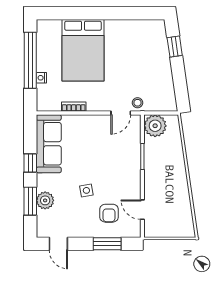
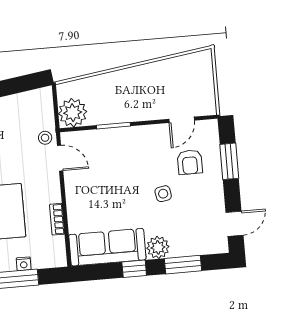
plant: (45, 200) -> (158, 247), moved
armchair: (109, 213) -> (190, 162), turned 90

